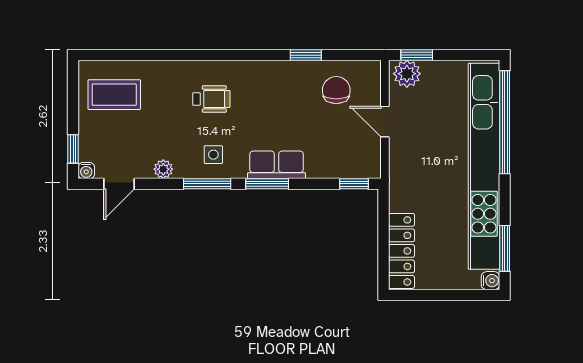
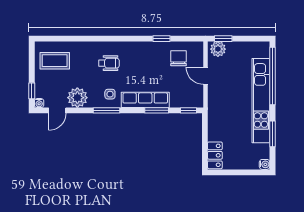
row of seats: (277, 165) -> (145, 100), width x1.48
kitchen unit: (484, 166) -> (261, 101), width x0.73
plant: (163, 169) -> (77, 98), width x1.88, depth x1.88
window: (267, 184) -> (157, 110), moved
window: (505, 248) -> (272, 134), moved
locker: (401, 251) -> (215, 155), width x0.66

